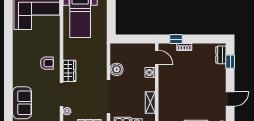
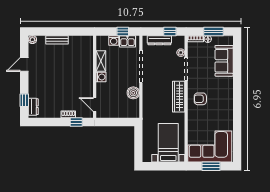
wardrobe: (69, 71) -> (179, 97), width x1.50
washing machine: (150, 72) -> (101, 77), moved

